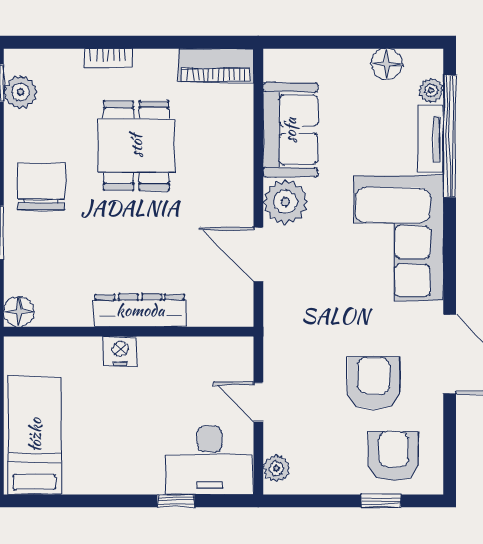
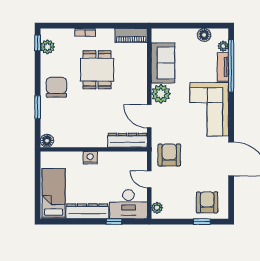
dresser: (140, 310) -> (127, 140), moved
armchair: (374, 383) -> (169, 155), moved
dresser: (114, 477) -> (87, 211), added

